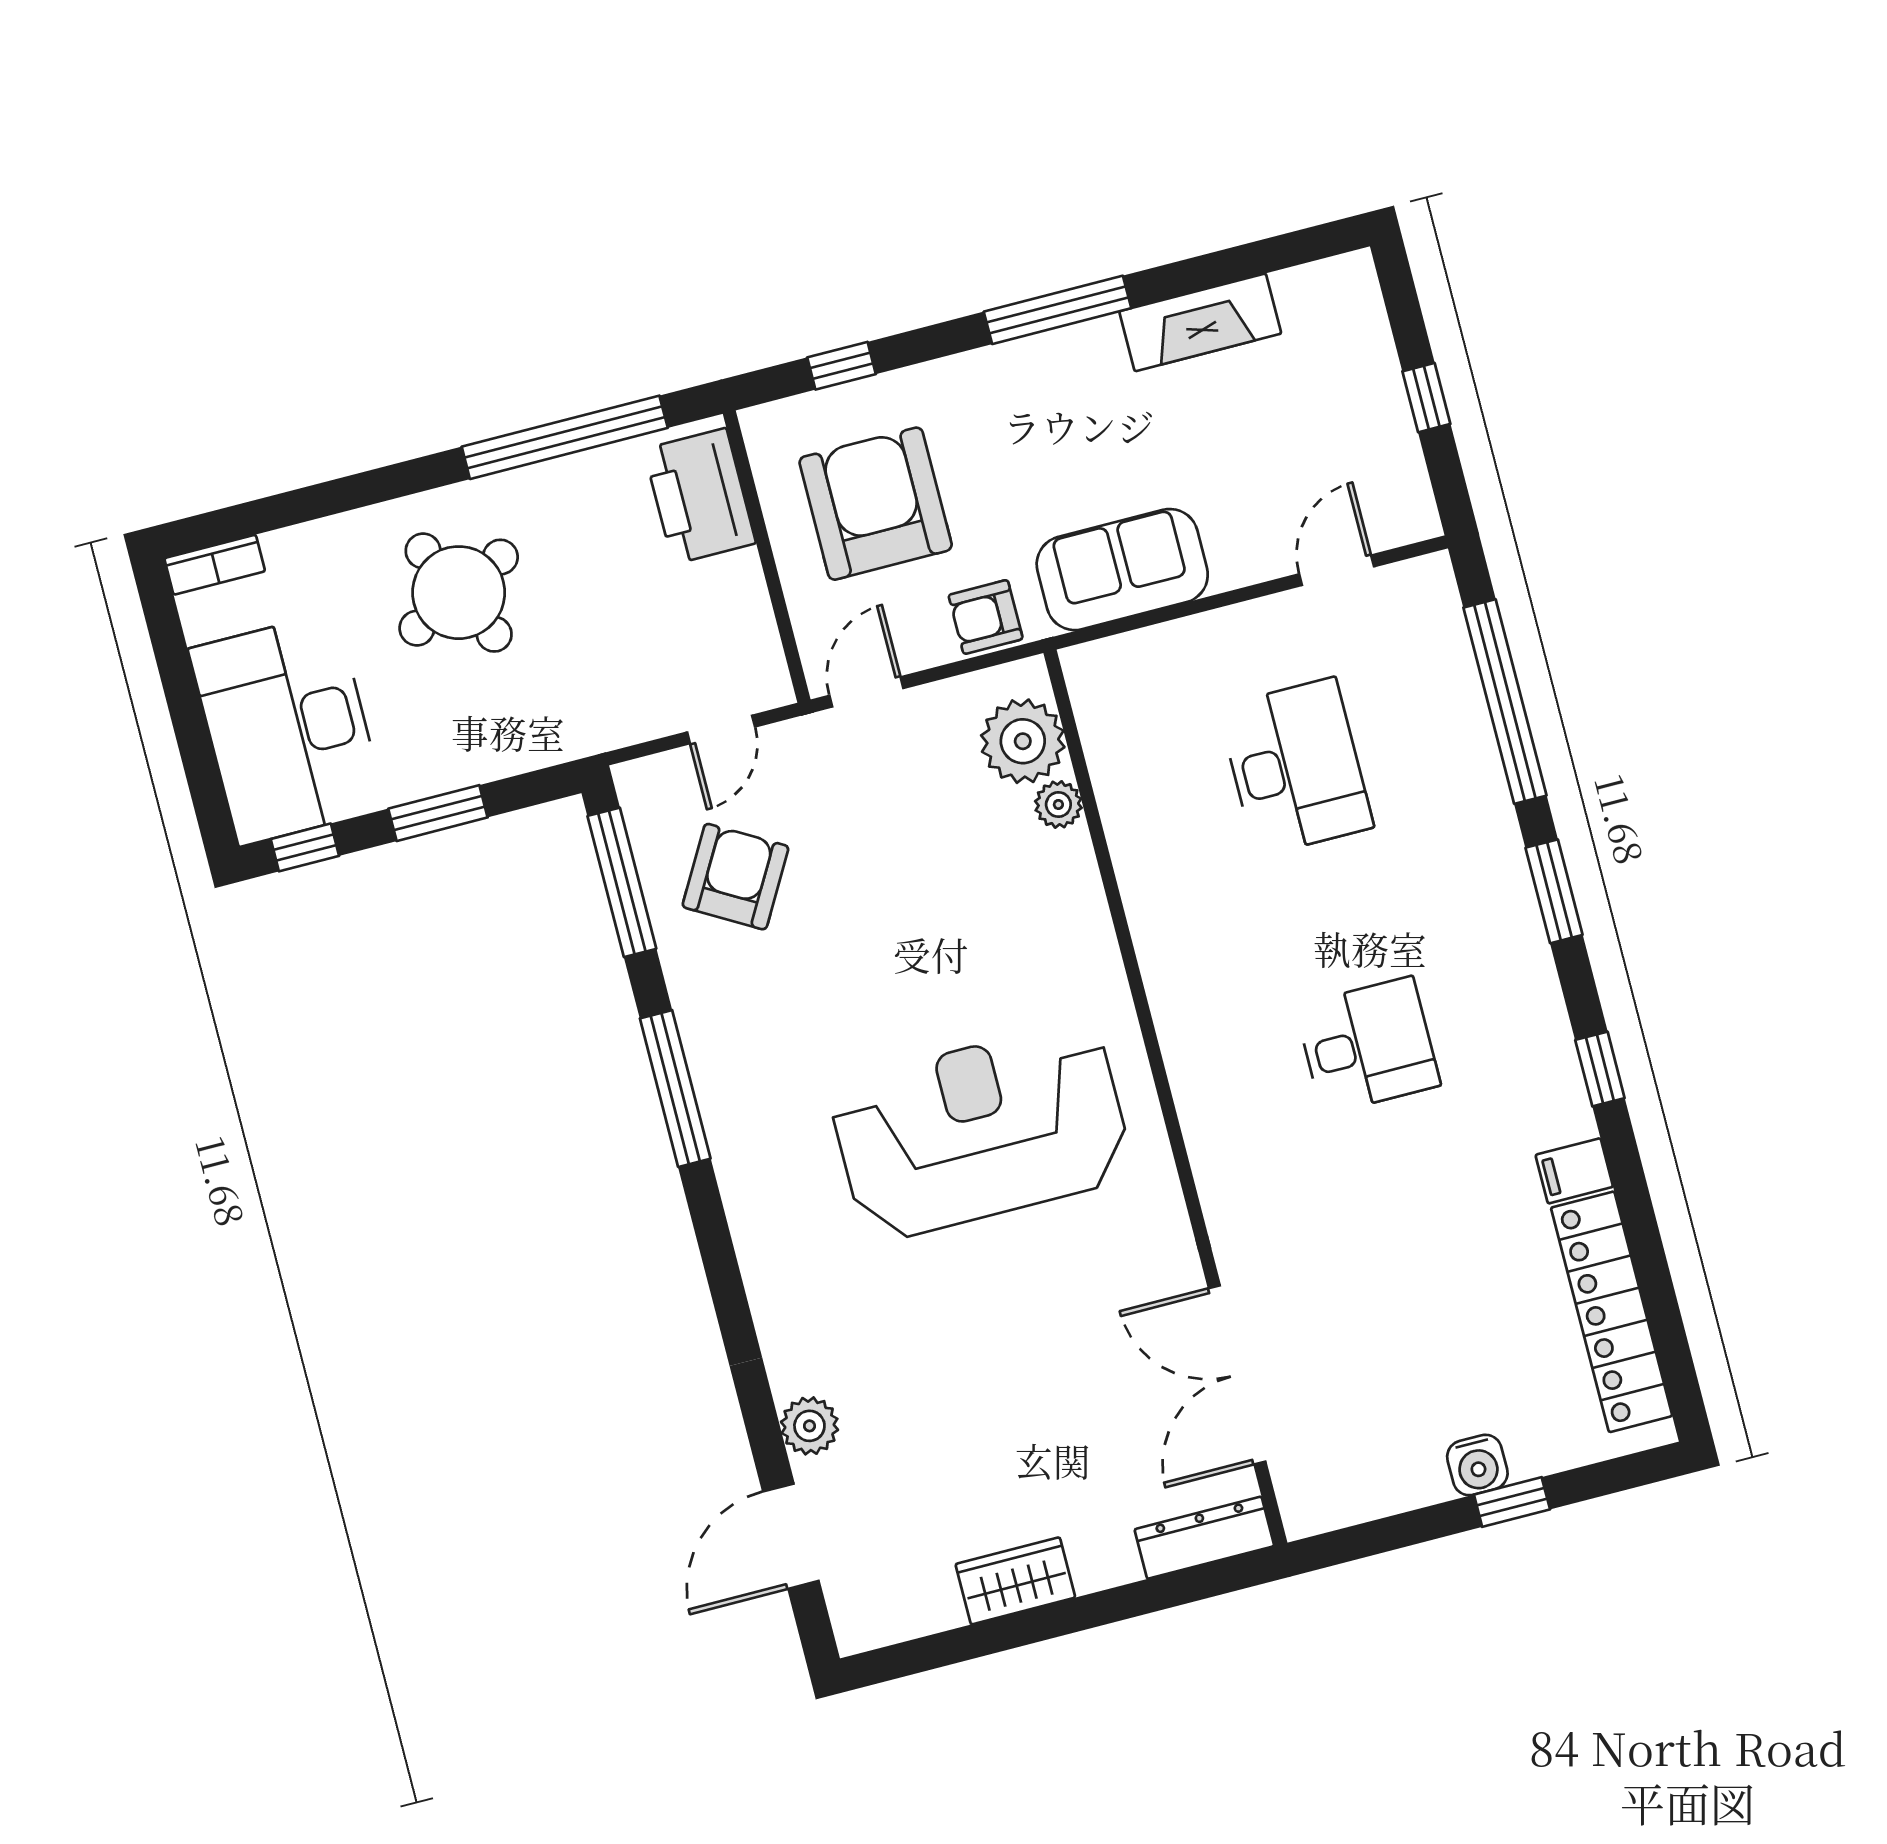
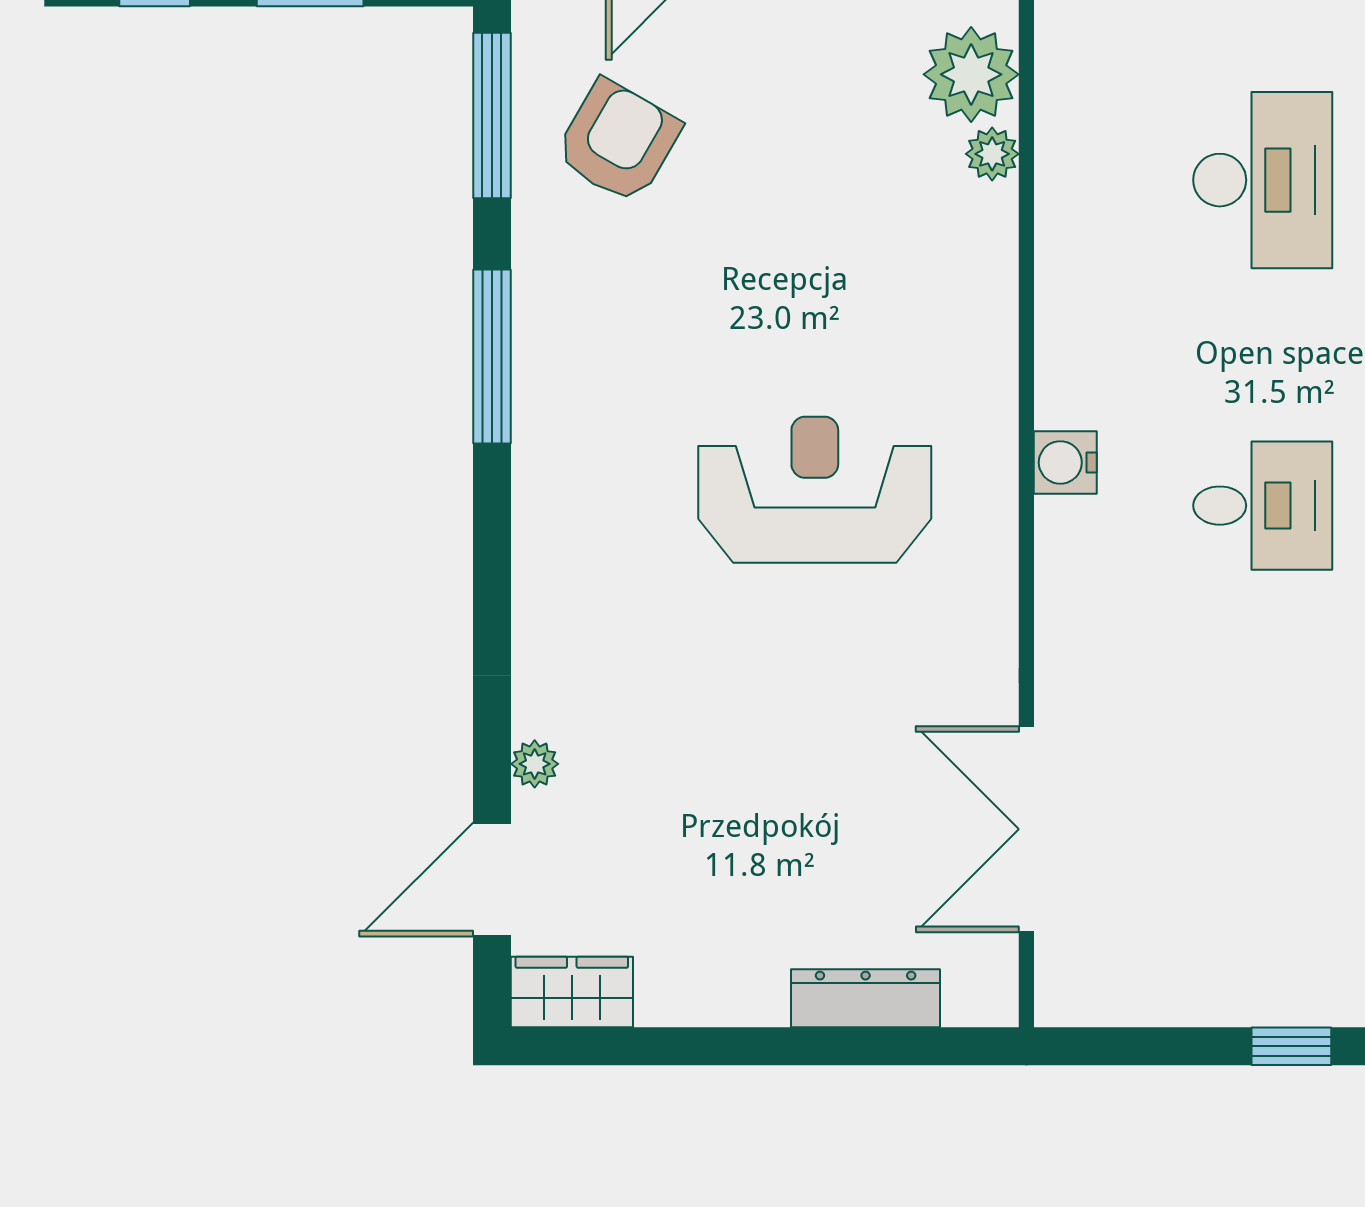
reception desk: (981, 1131) -> (815, 490), width x0.74, depth x0.77
plant: (809, 1426) -> (535, 764), width x0.73, depth x0.73
water cooler: (1477, 1465) -> (1065, 462), moved, turned 90
dresser: (1204, 1538) -> (866, 998), moved
wardrobe: (1015, 1581) -> (572, 992), moved

